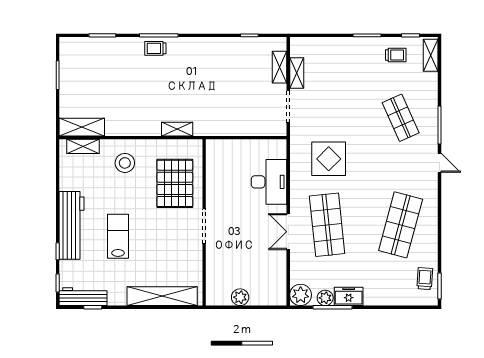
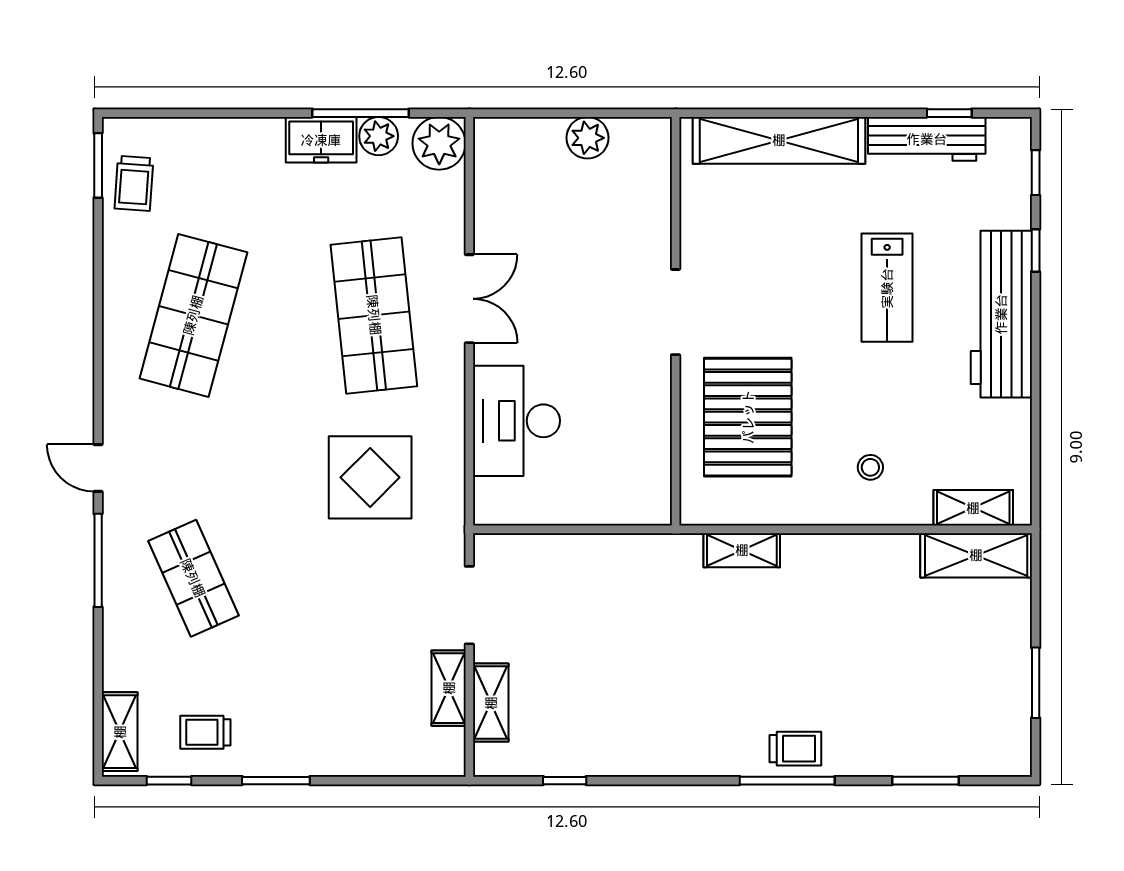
stool: (125, 163) -> (870, 467), width x0.53, depth x0.53
workbench: (83, 297) -> (927, 139), moved

